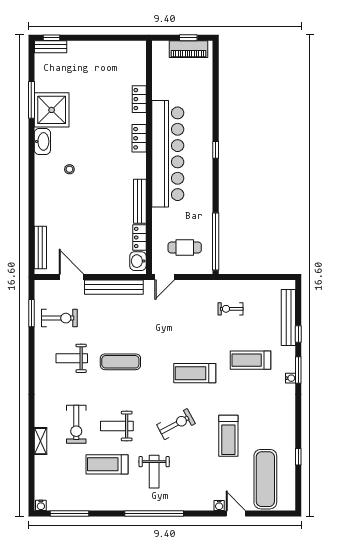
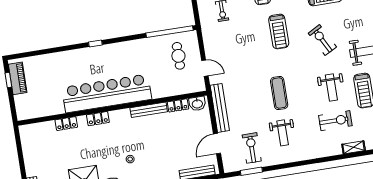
locker: (139, 99) -> (66, 124), moved
locker: (139, 138) -> (98, 119), moved
bar counter: (168, 154) -> (107, 93), moved
wall: (149, 157) -> (112, 108), moved
bench: (140, 201) -> (149, 110), moved
locker: (139, 237) -> (178, 105), moved
washbasin: (138, 261) -> (197, 104), moved

